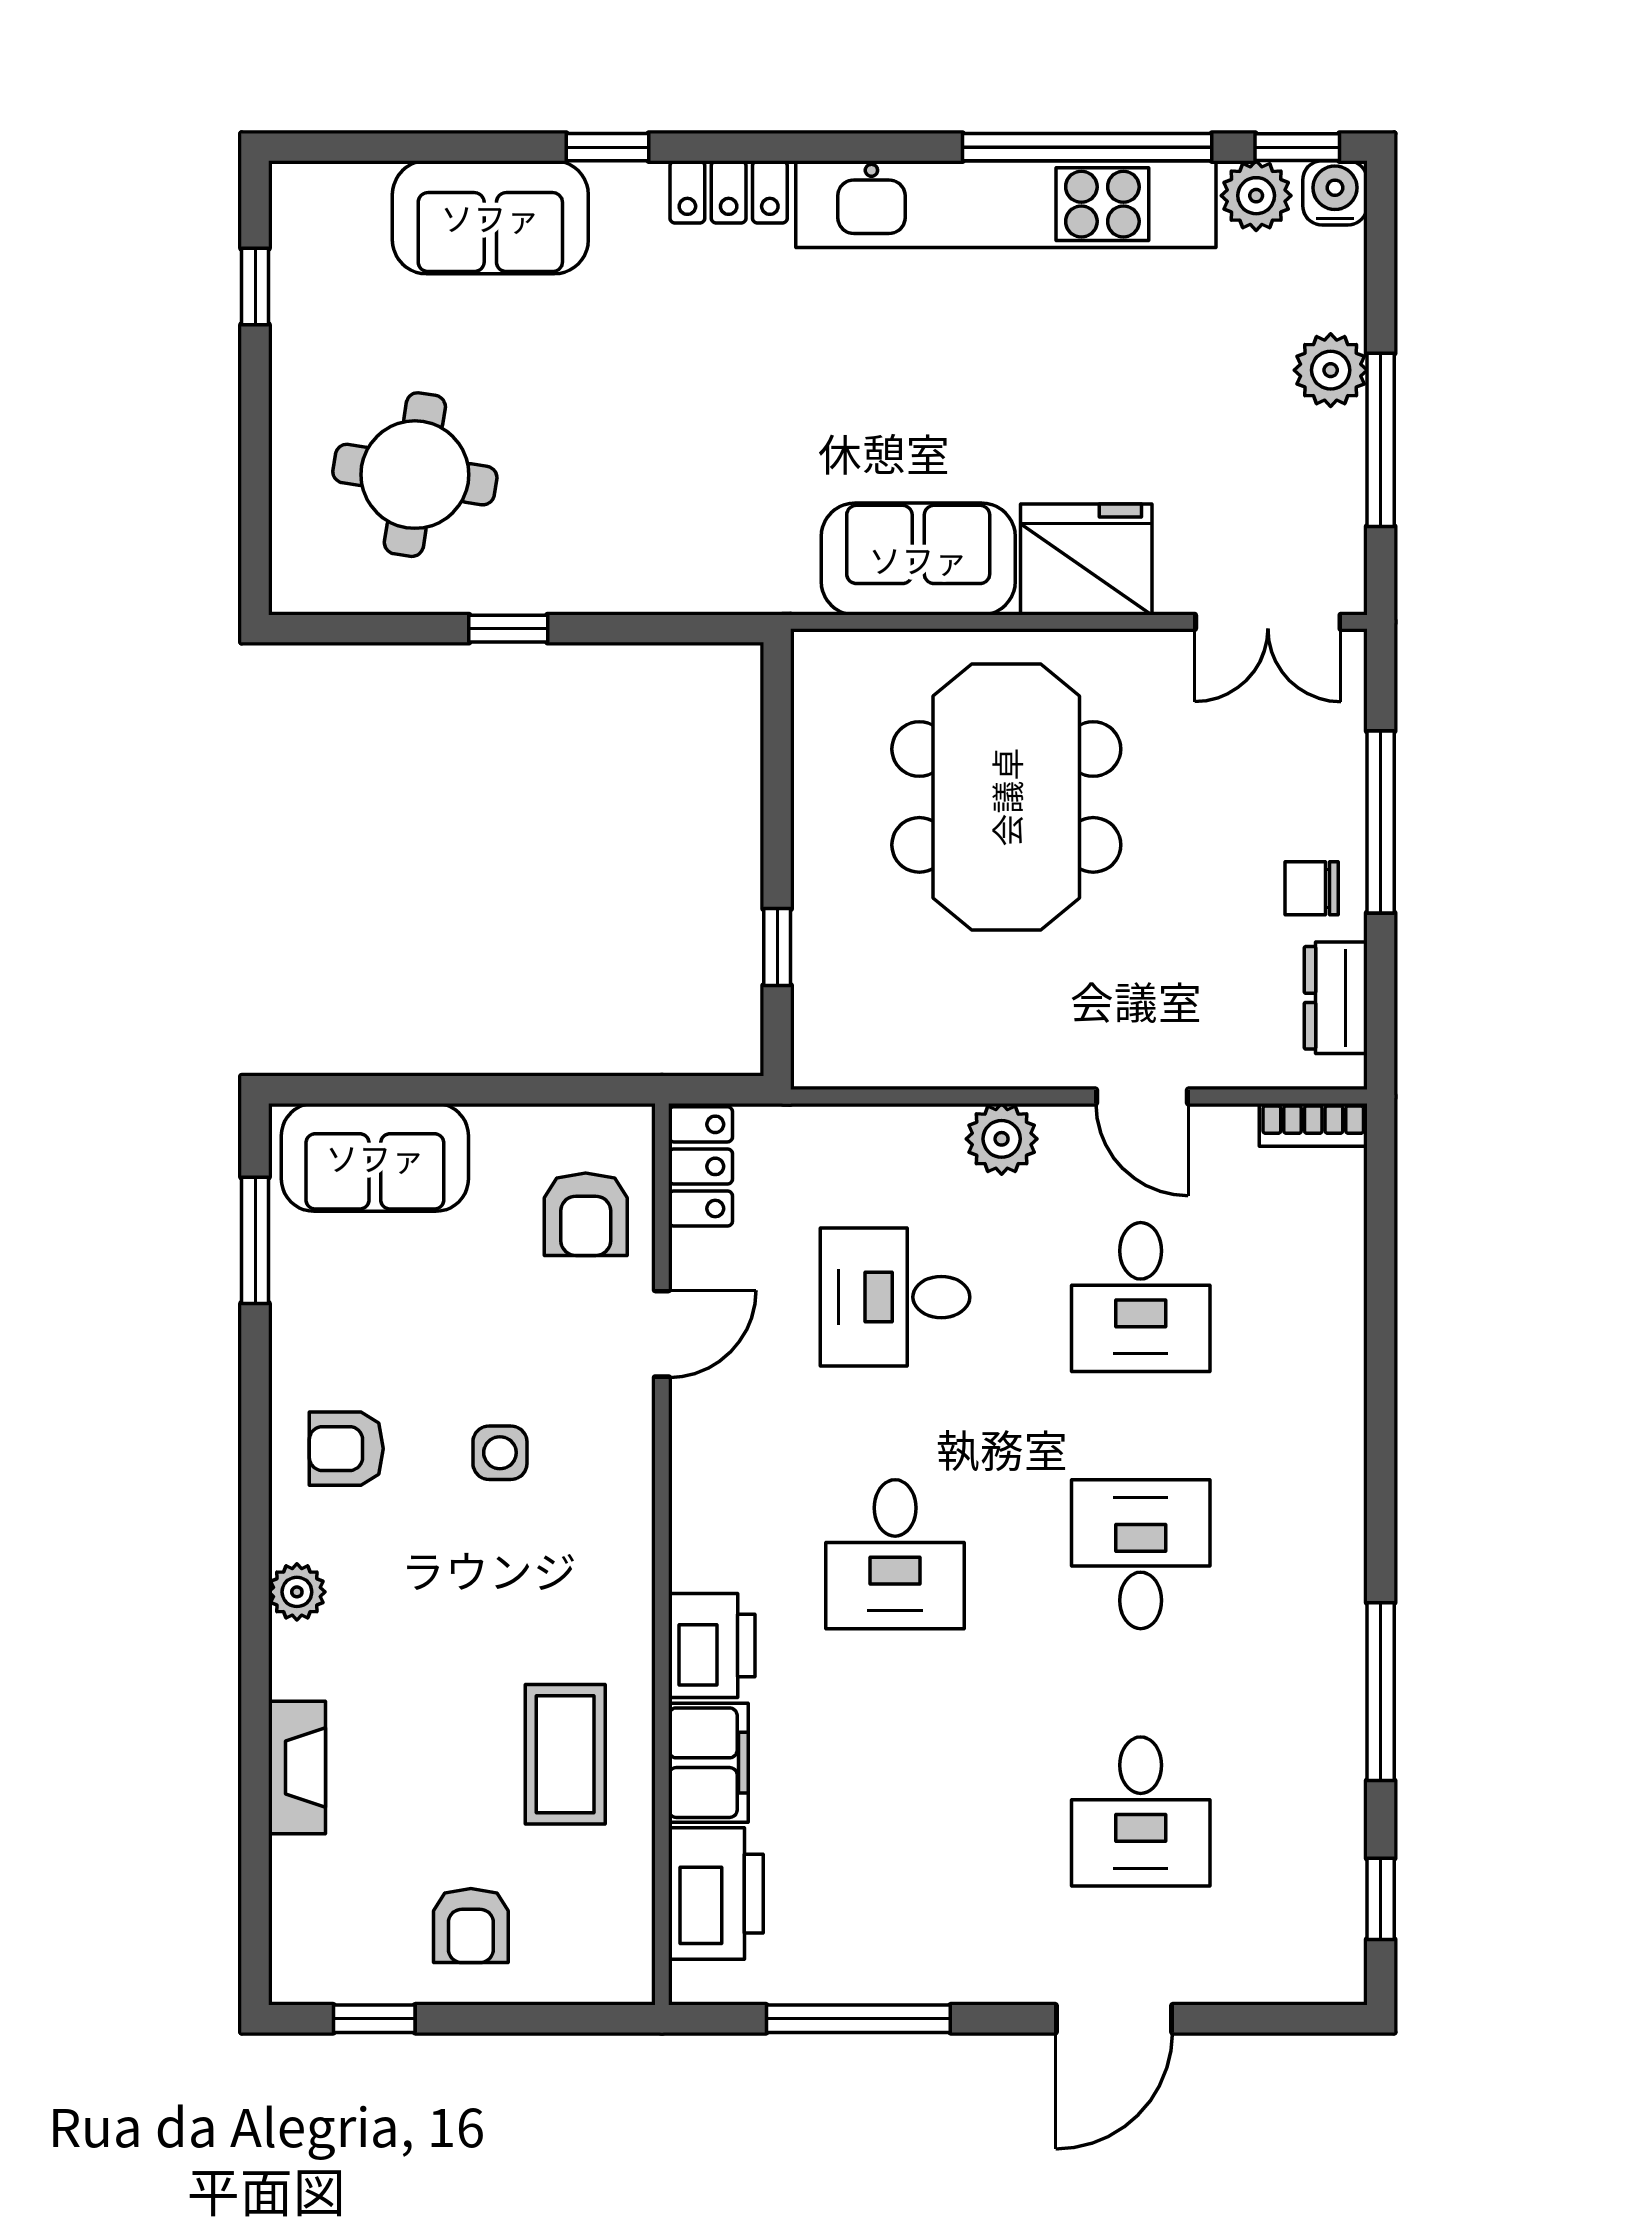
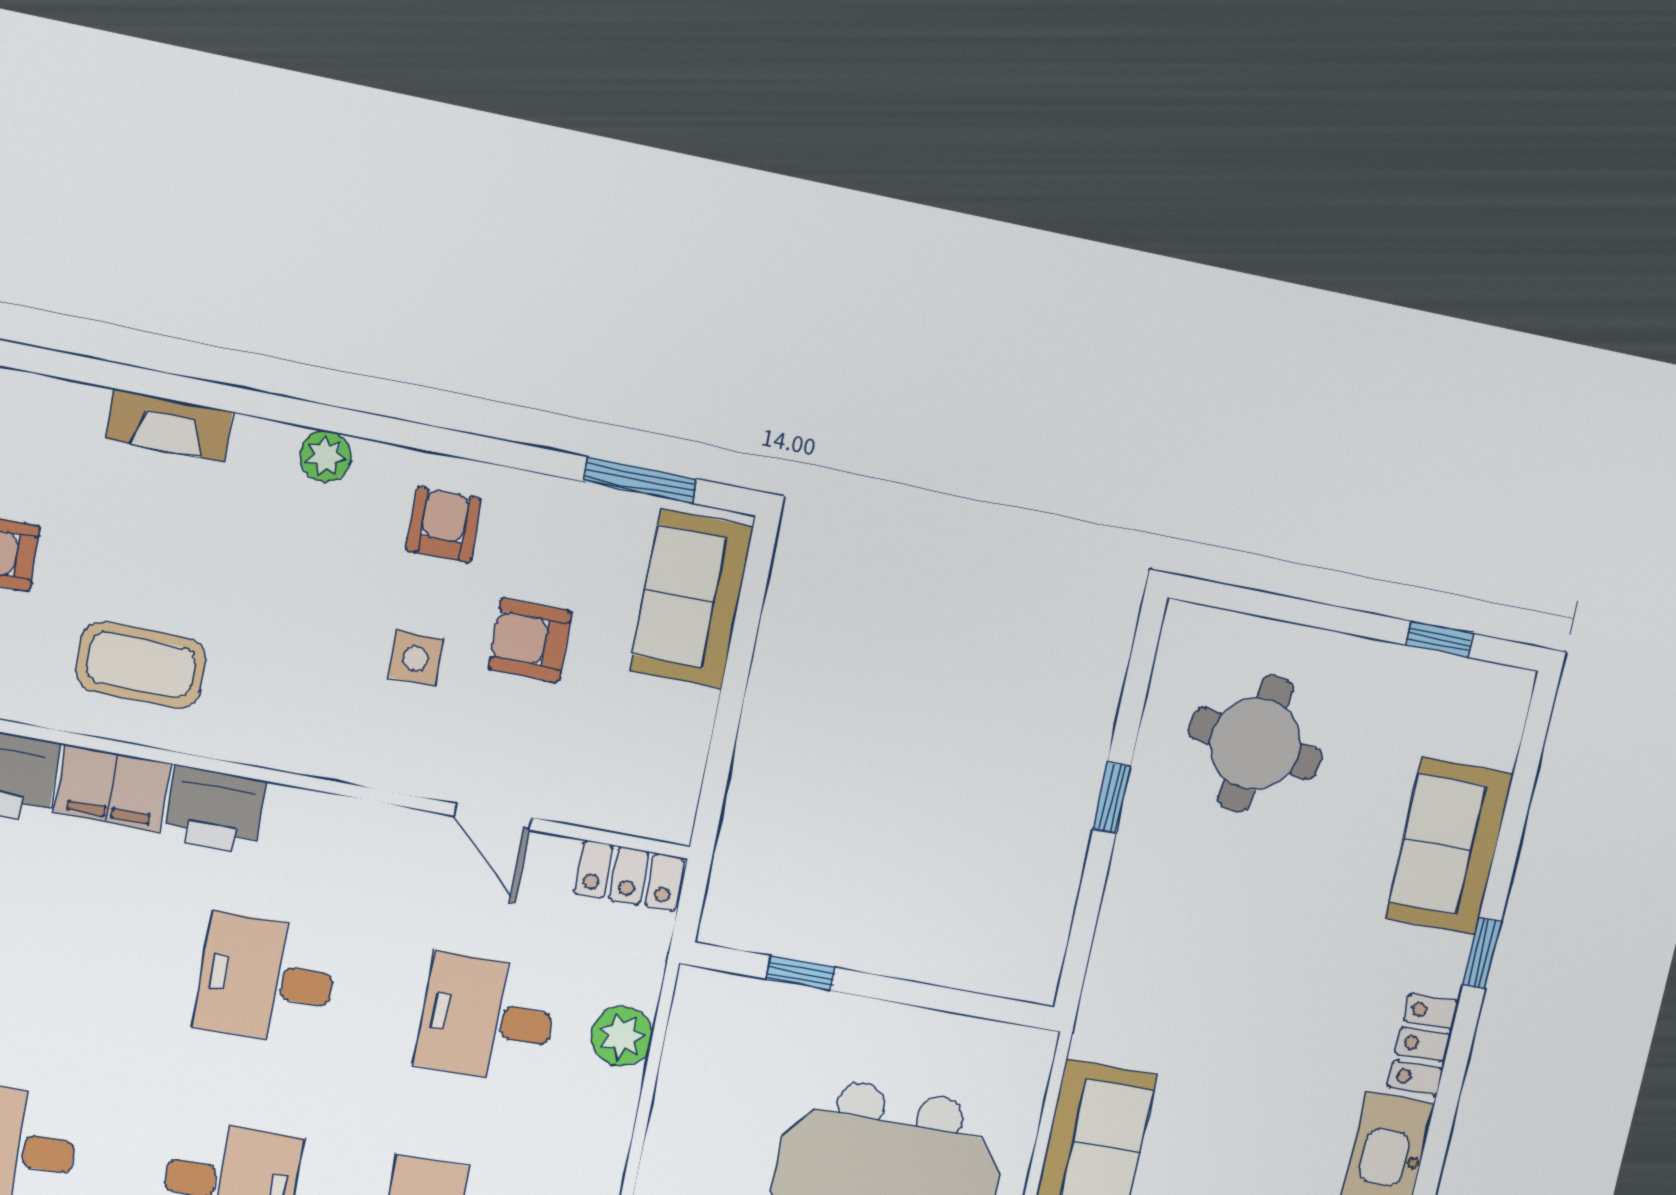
plant: (1002, 1139) -> (622, 1036), moved
armchair: (586, 1214) -> (530, 640), moved
desk: (895, 1297) -> (487, 1019), turned -90

